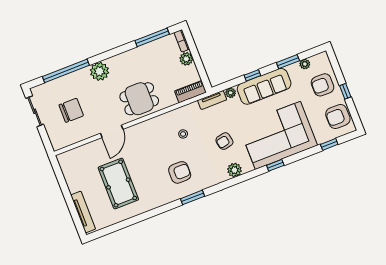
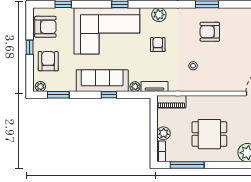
window: (288, 62) -> (58, 95), moved
plant: (305, 64) -> (40, 86), moved
armchair: (323, 85) -> (48, 61), turned -90
dining table: (139, 99) -> (209, 134), moved
armchair: (224, 141) -> (158, 45), turned -78

